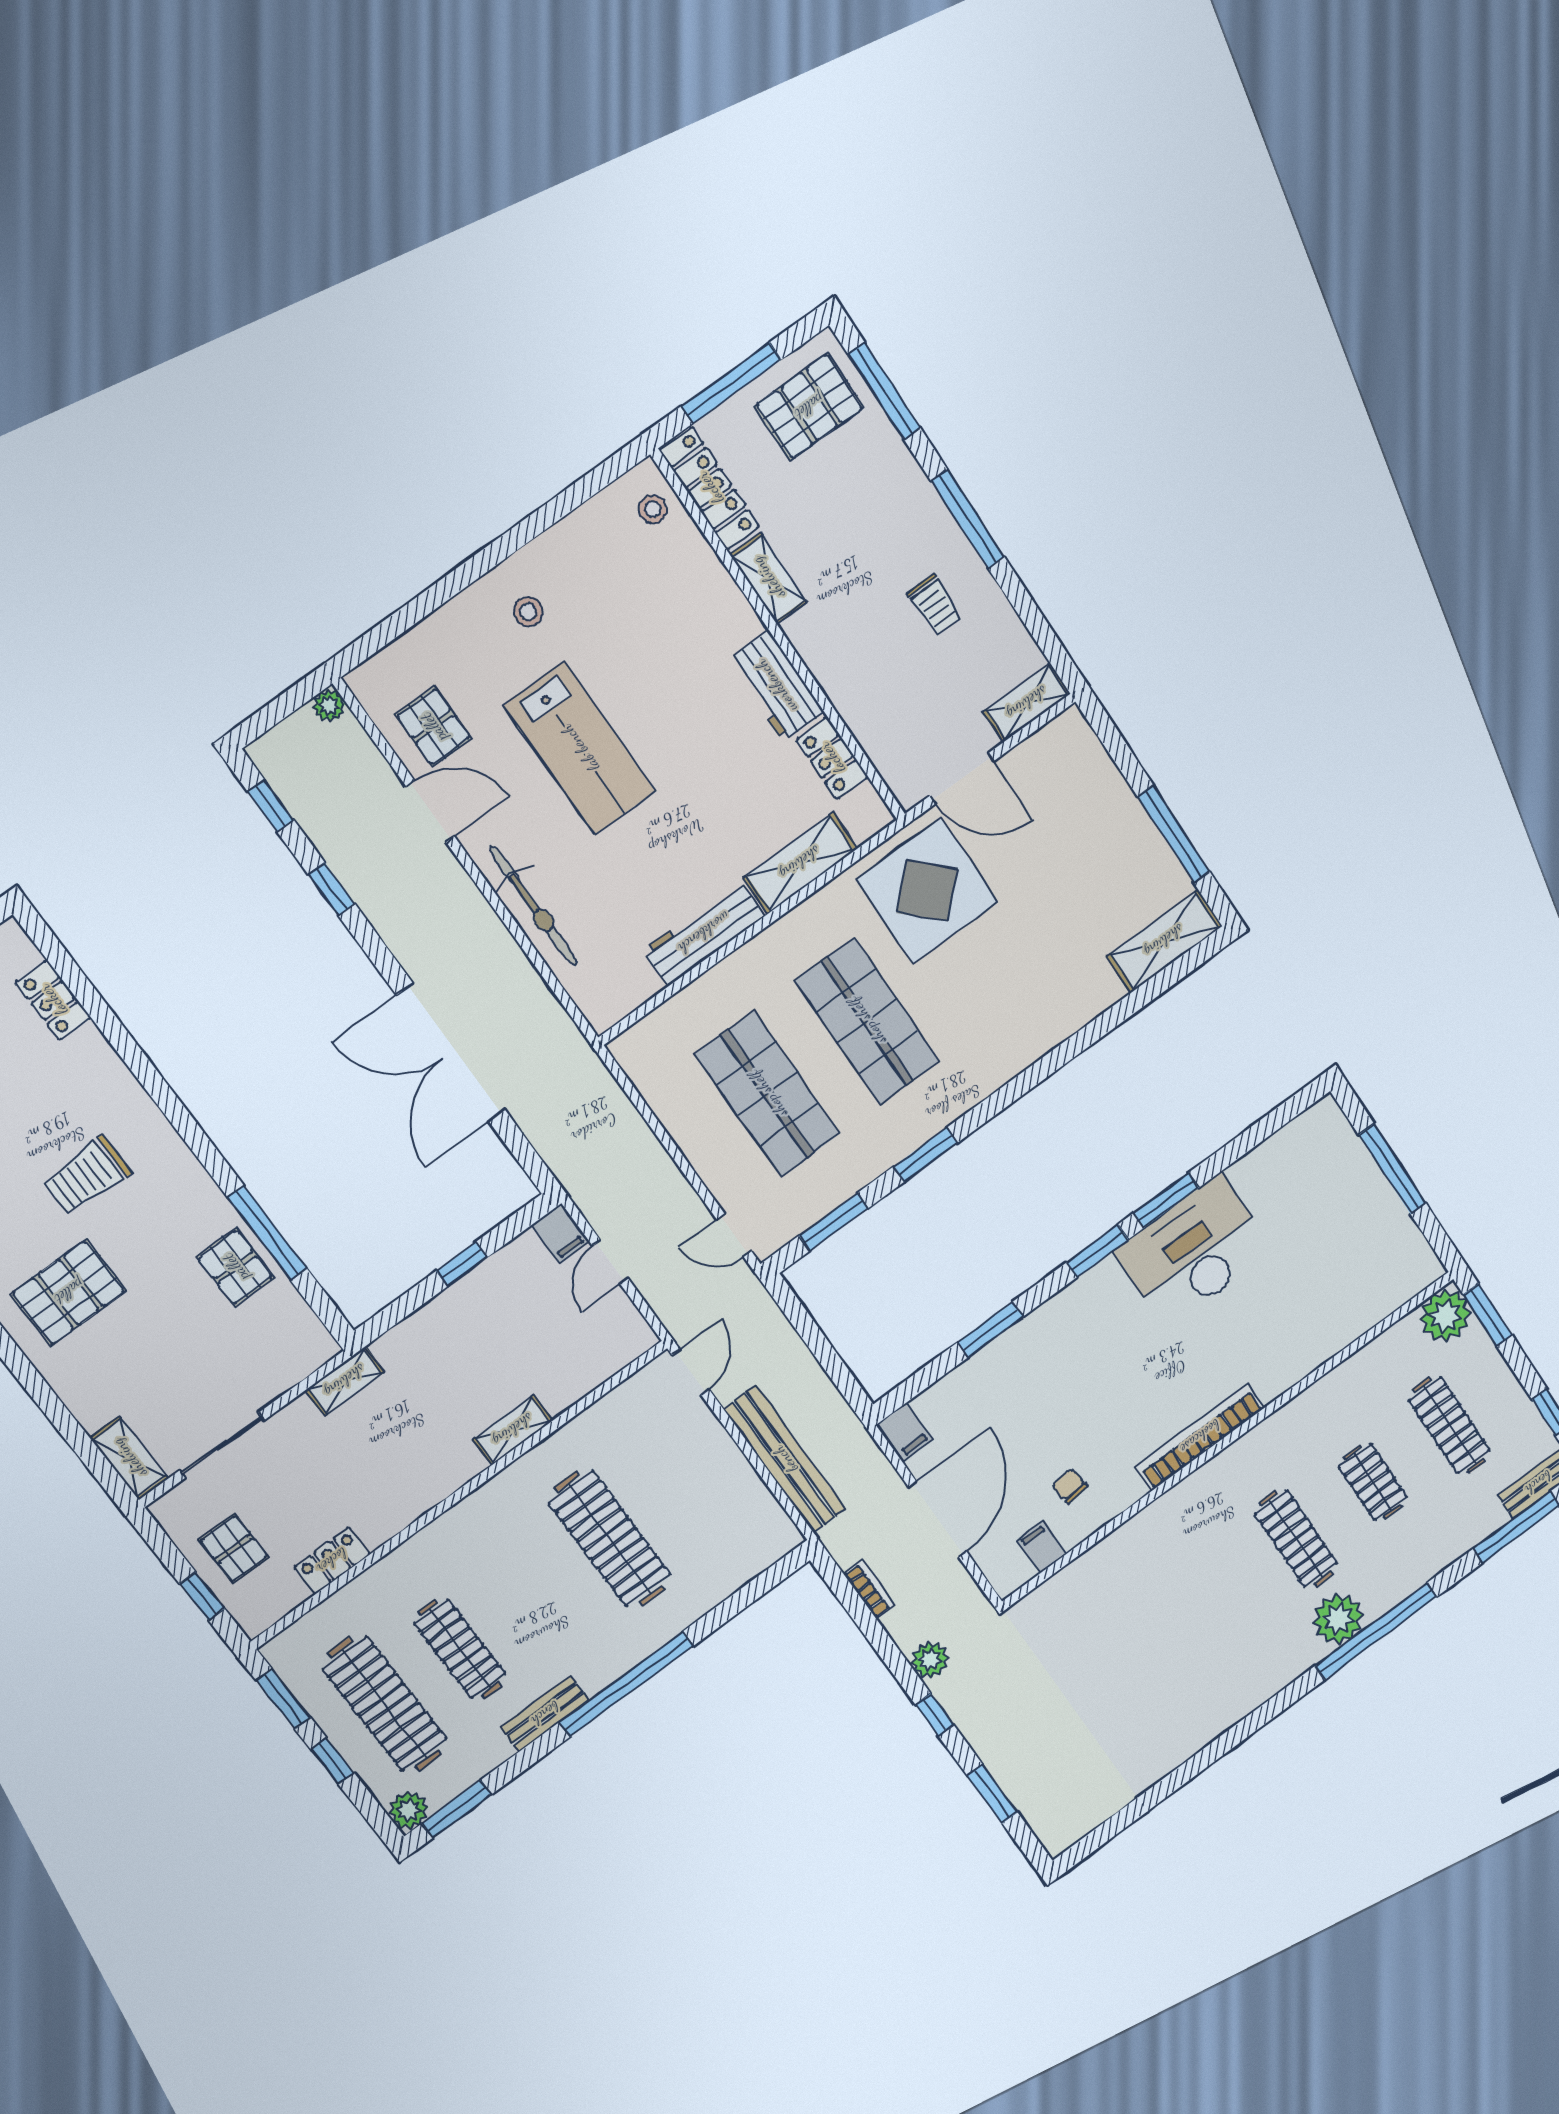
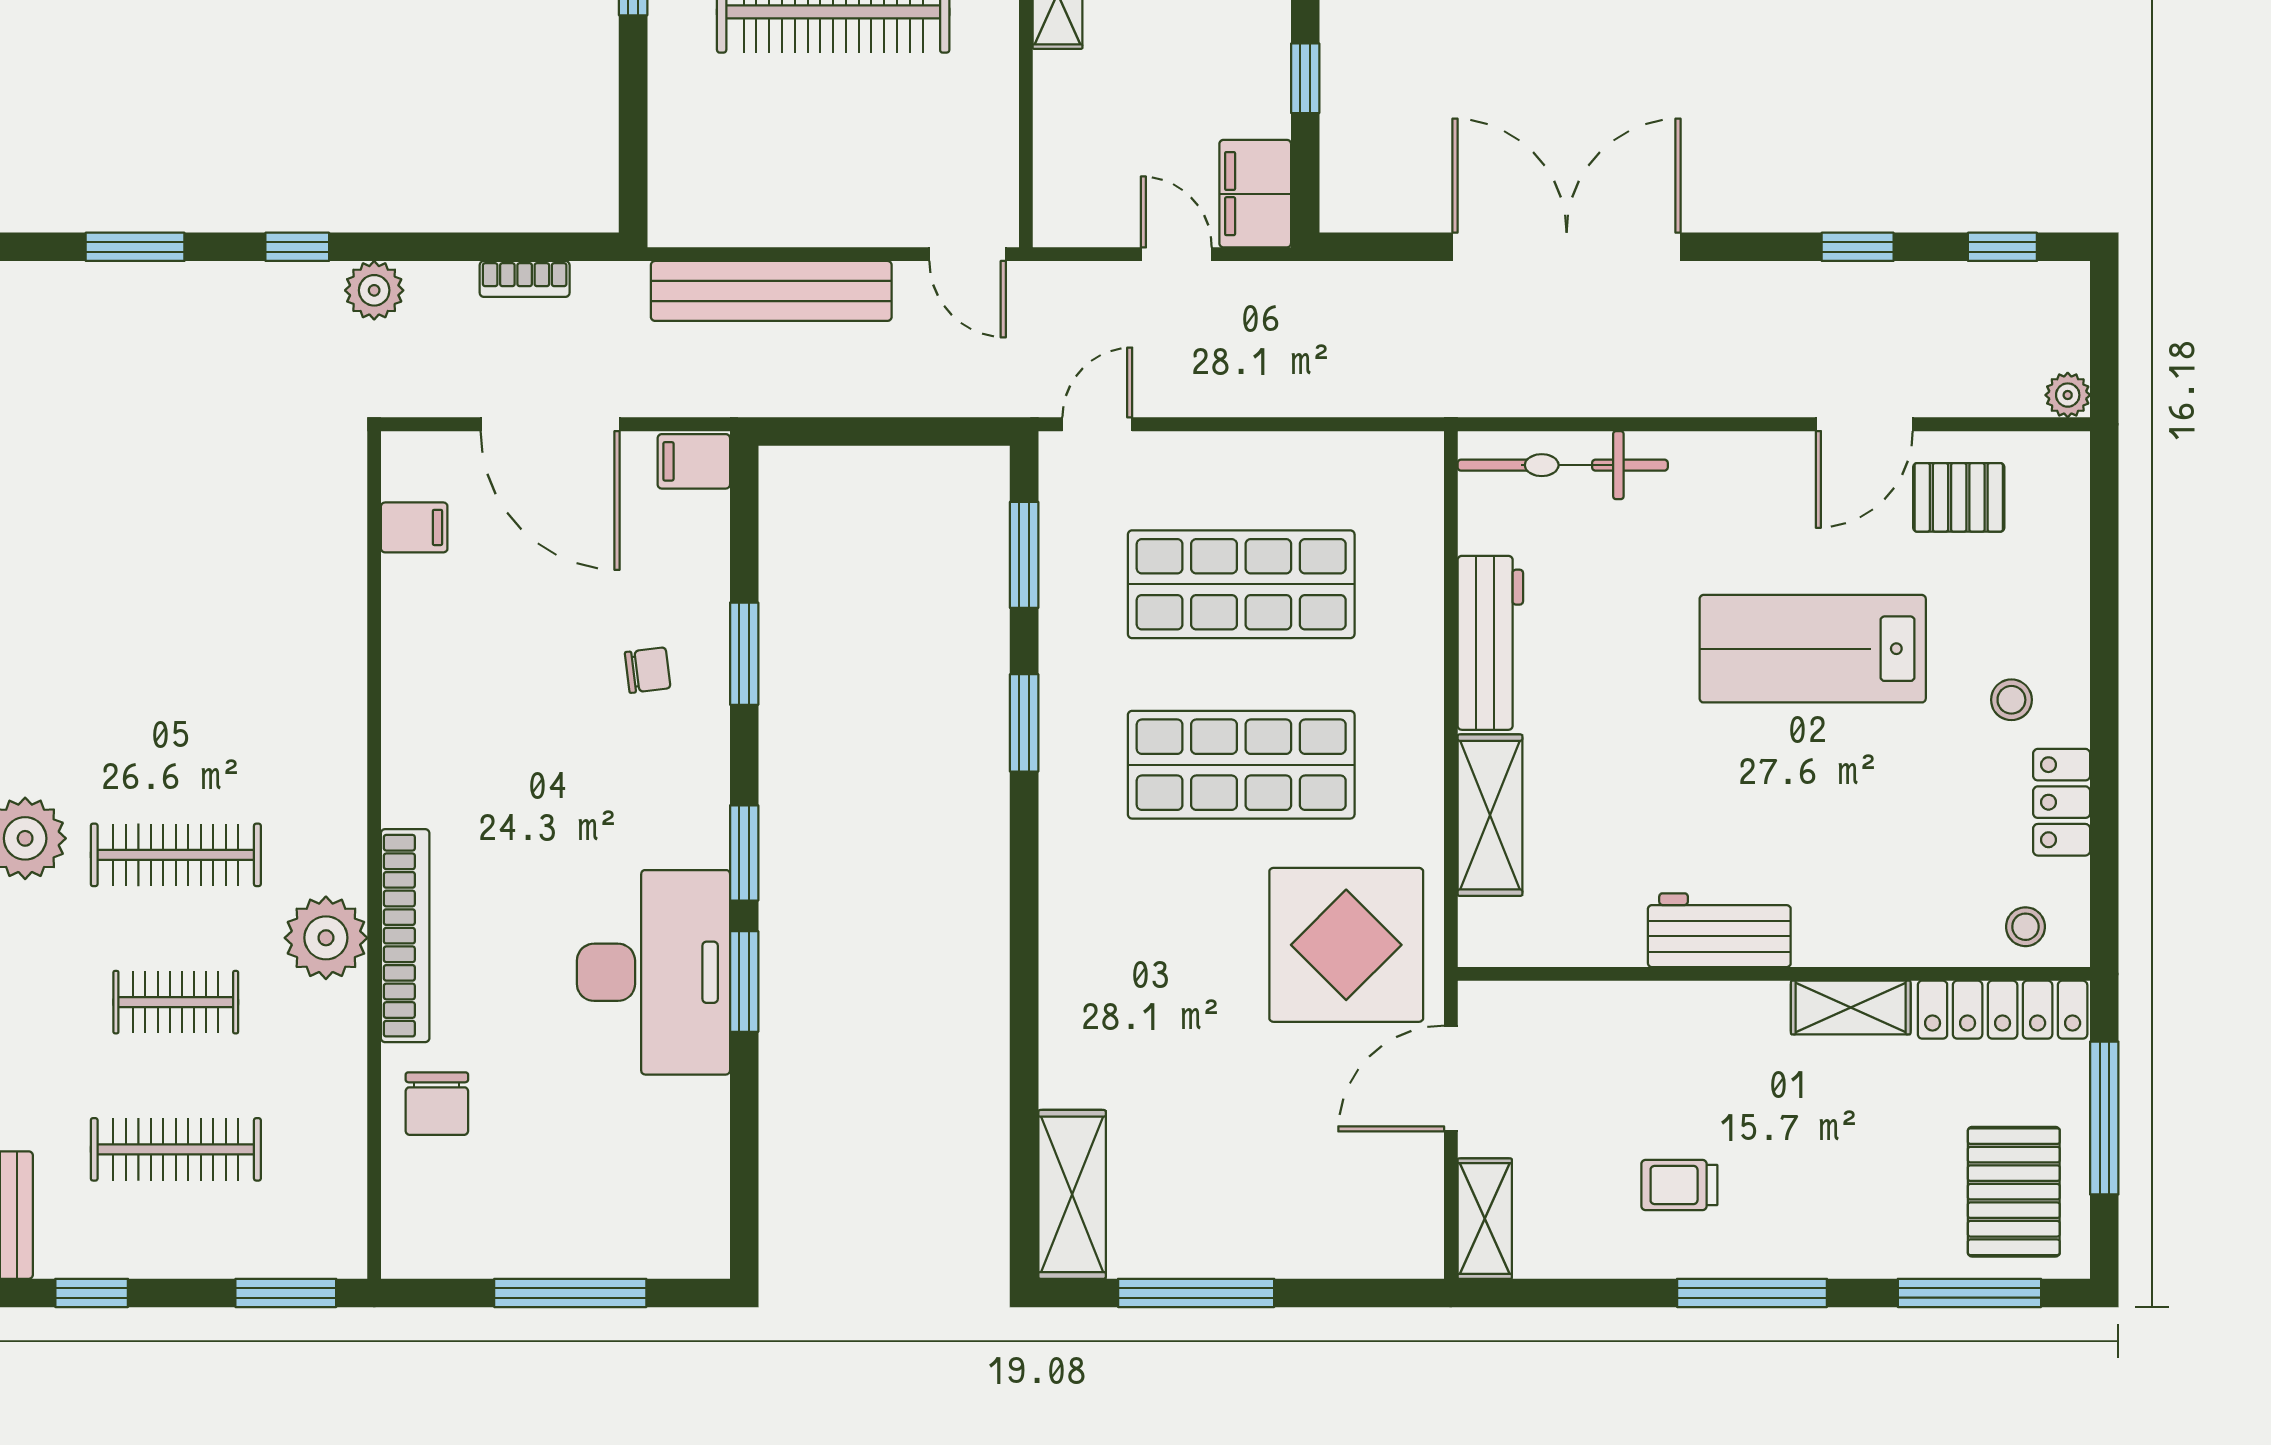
locker: (832, 758) -> (2062, 802), moved, turned -90
bicycle: (533, 906) -> (1563, 465), moved
filing cabinet: (561, 1233) -> (1255, 194), width x2.00
chair: (1338, 1311) -> (437, 1104), added
plant: (1445, 1316) -> (326, 938), moved
bookcase: (1200, 1437) -> (405, 936), moved
chair: (1070, 1486) -> (648, 670), moved

